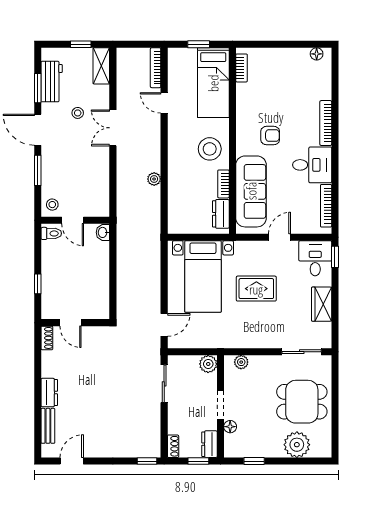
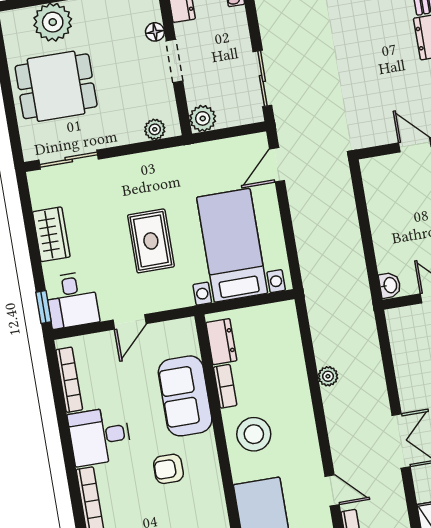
sofa: (251, 191) -> (185, 396), width x0.73
rug: (256, 289) -> (151, 241), turned 90

